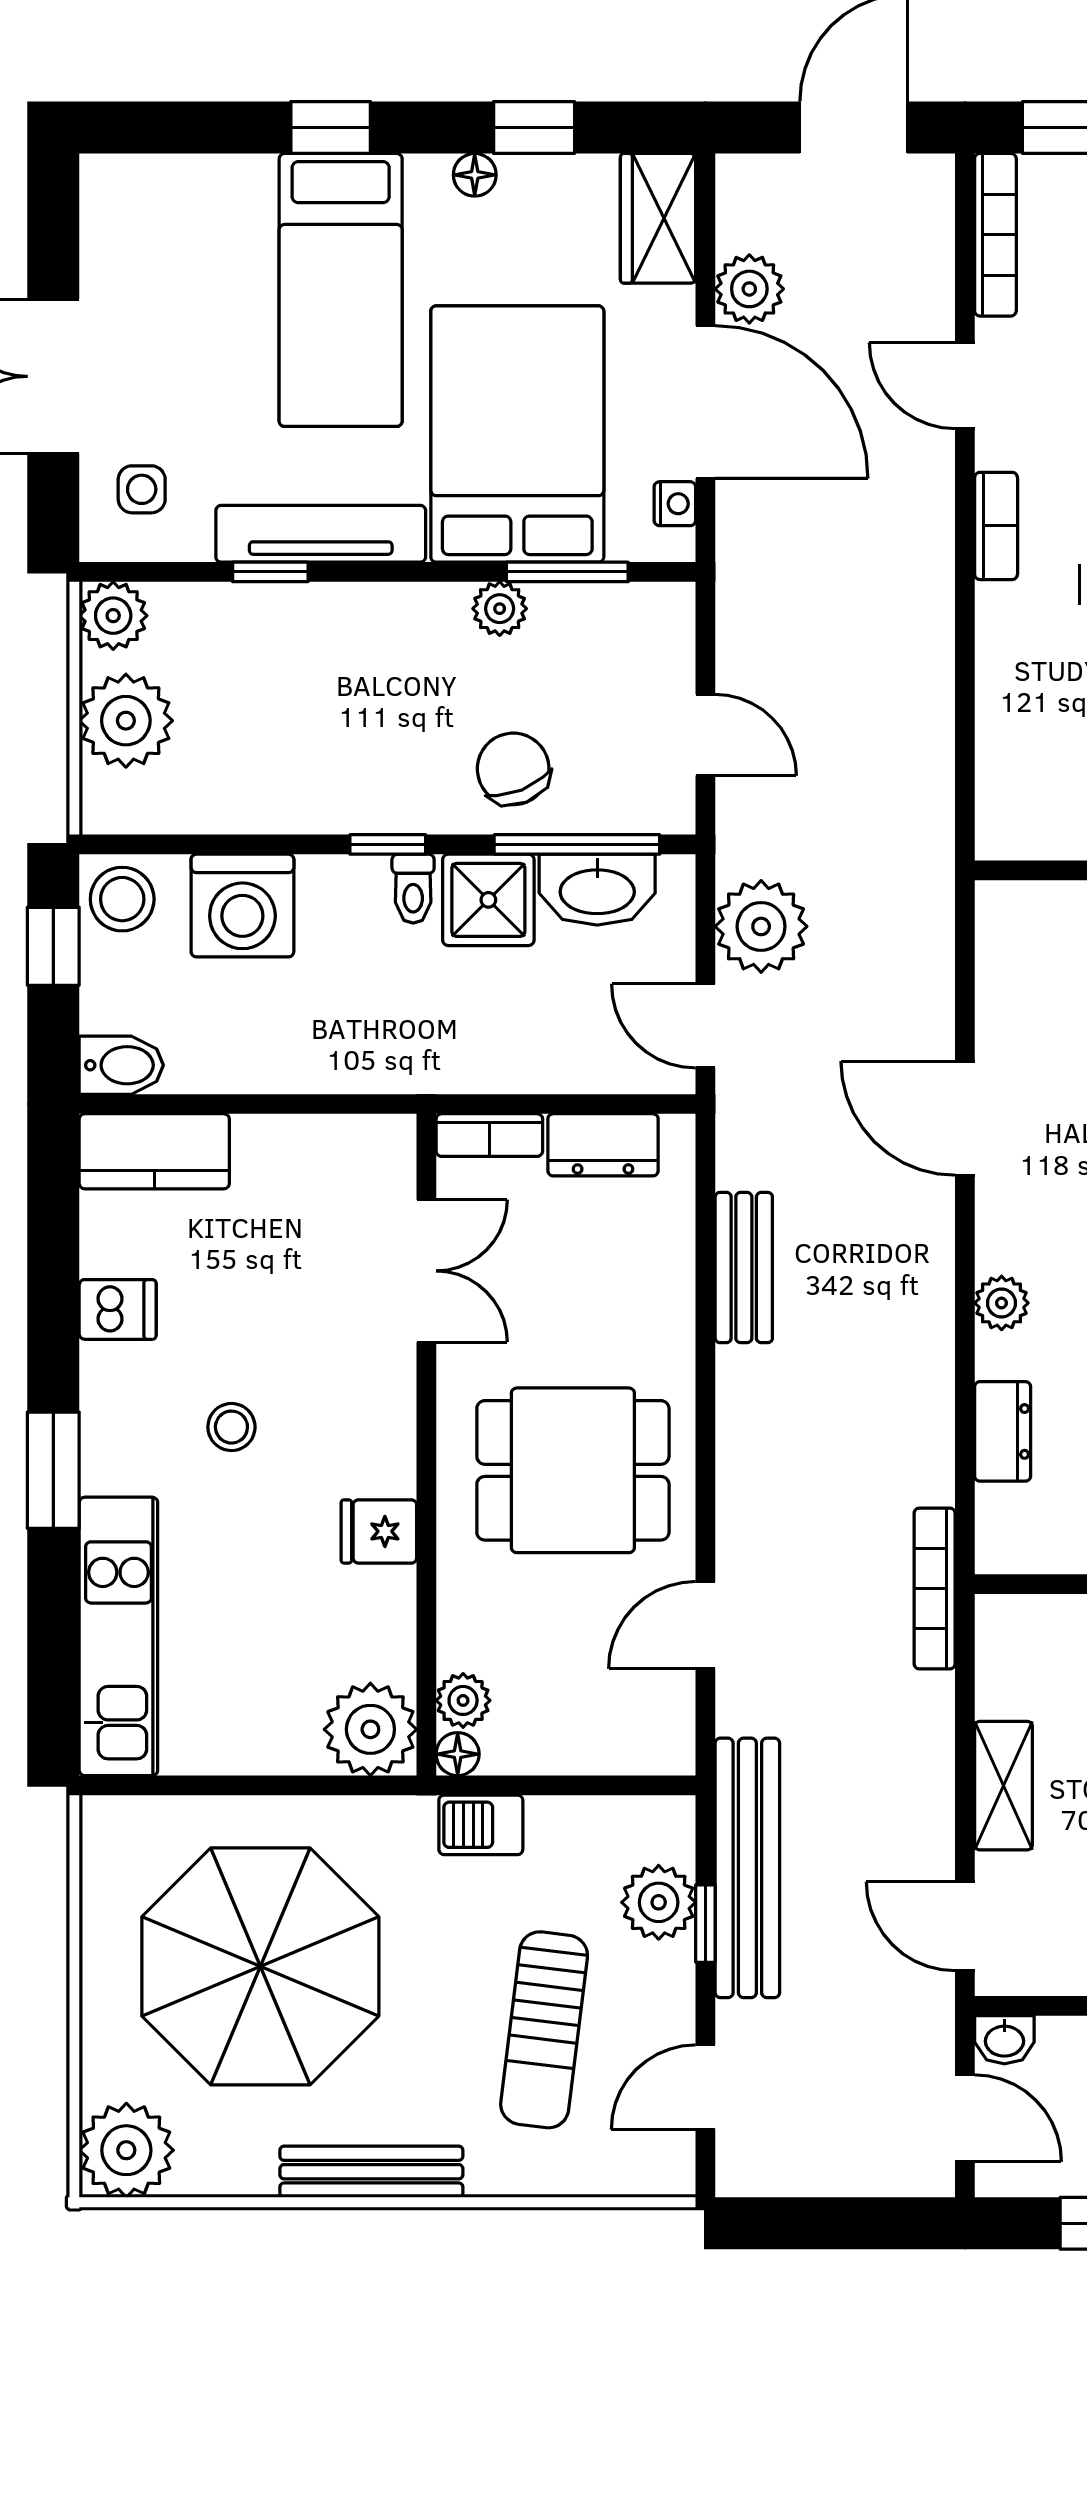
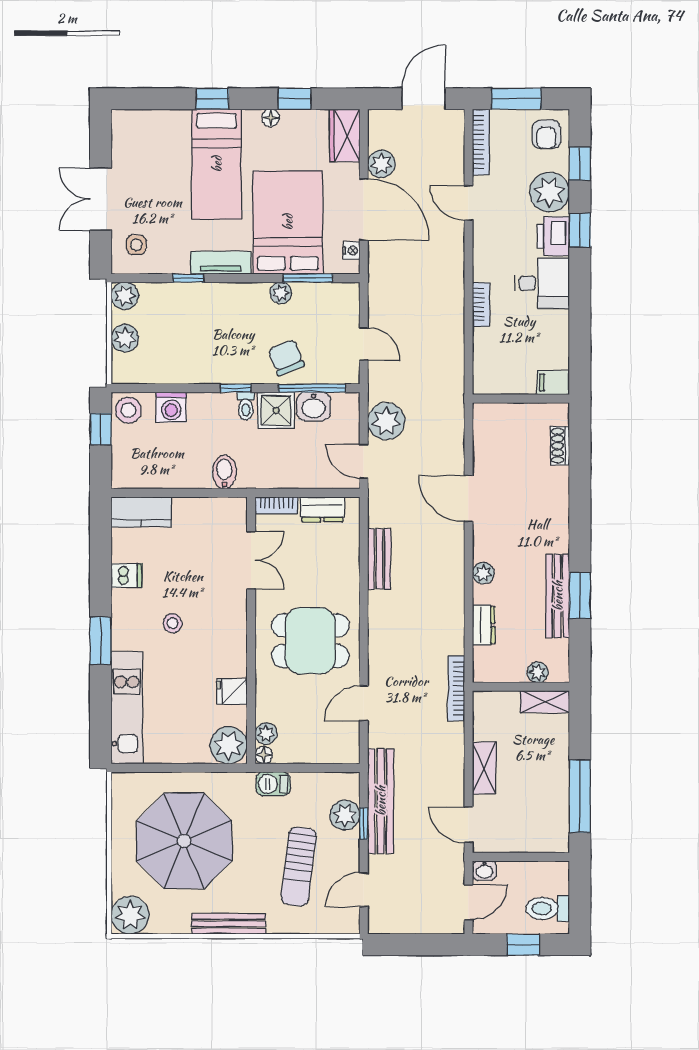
bookcase: (996, 526) -> (481, 305), moved
tv unit: (321, 534) -> (221, 263), width x0.71
plant: (126, 721) -> (125, 338), width x0.73, depth x0.73
washbasin: (597, 890) -> (314, 406), width x0.72
washing machine: (242, 906) -> (171, 407), width x0.73, depth x0.73
bidet: (121, 1065) -> (224, 472), moved, turned -90
fridge: (379, 1531) -> (232, 691), moved
door: (965, 2118) -> (468, 902), hinge flipped

